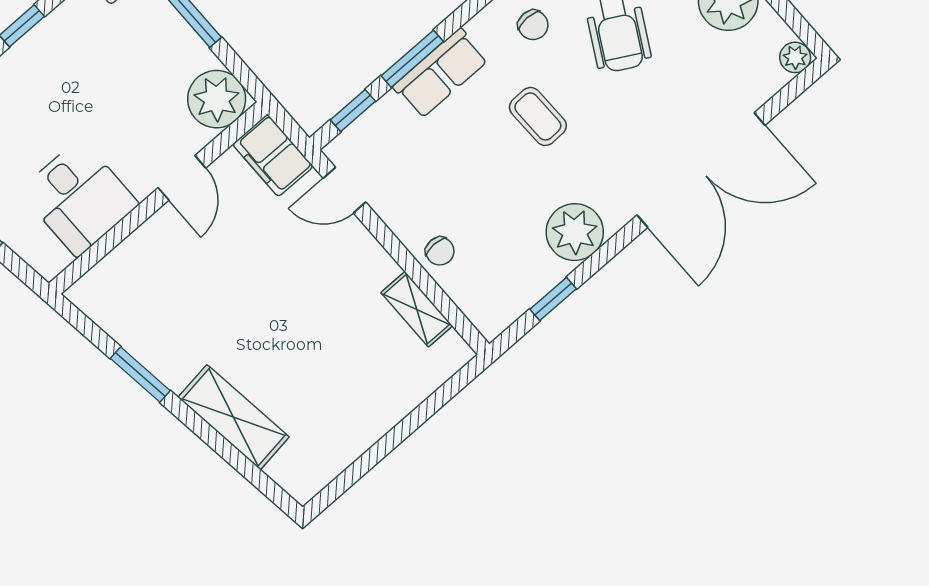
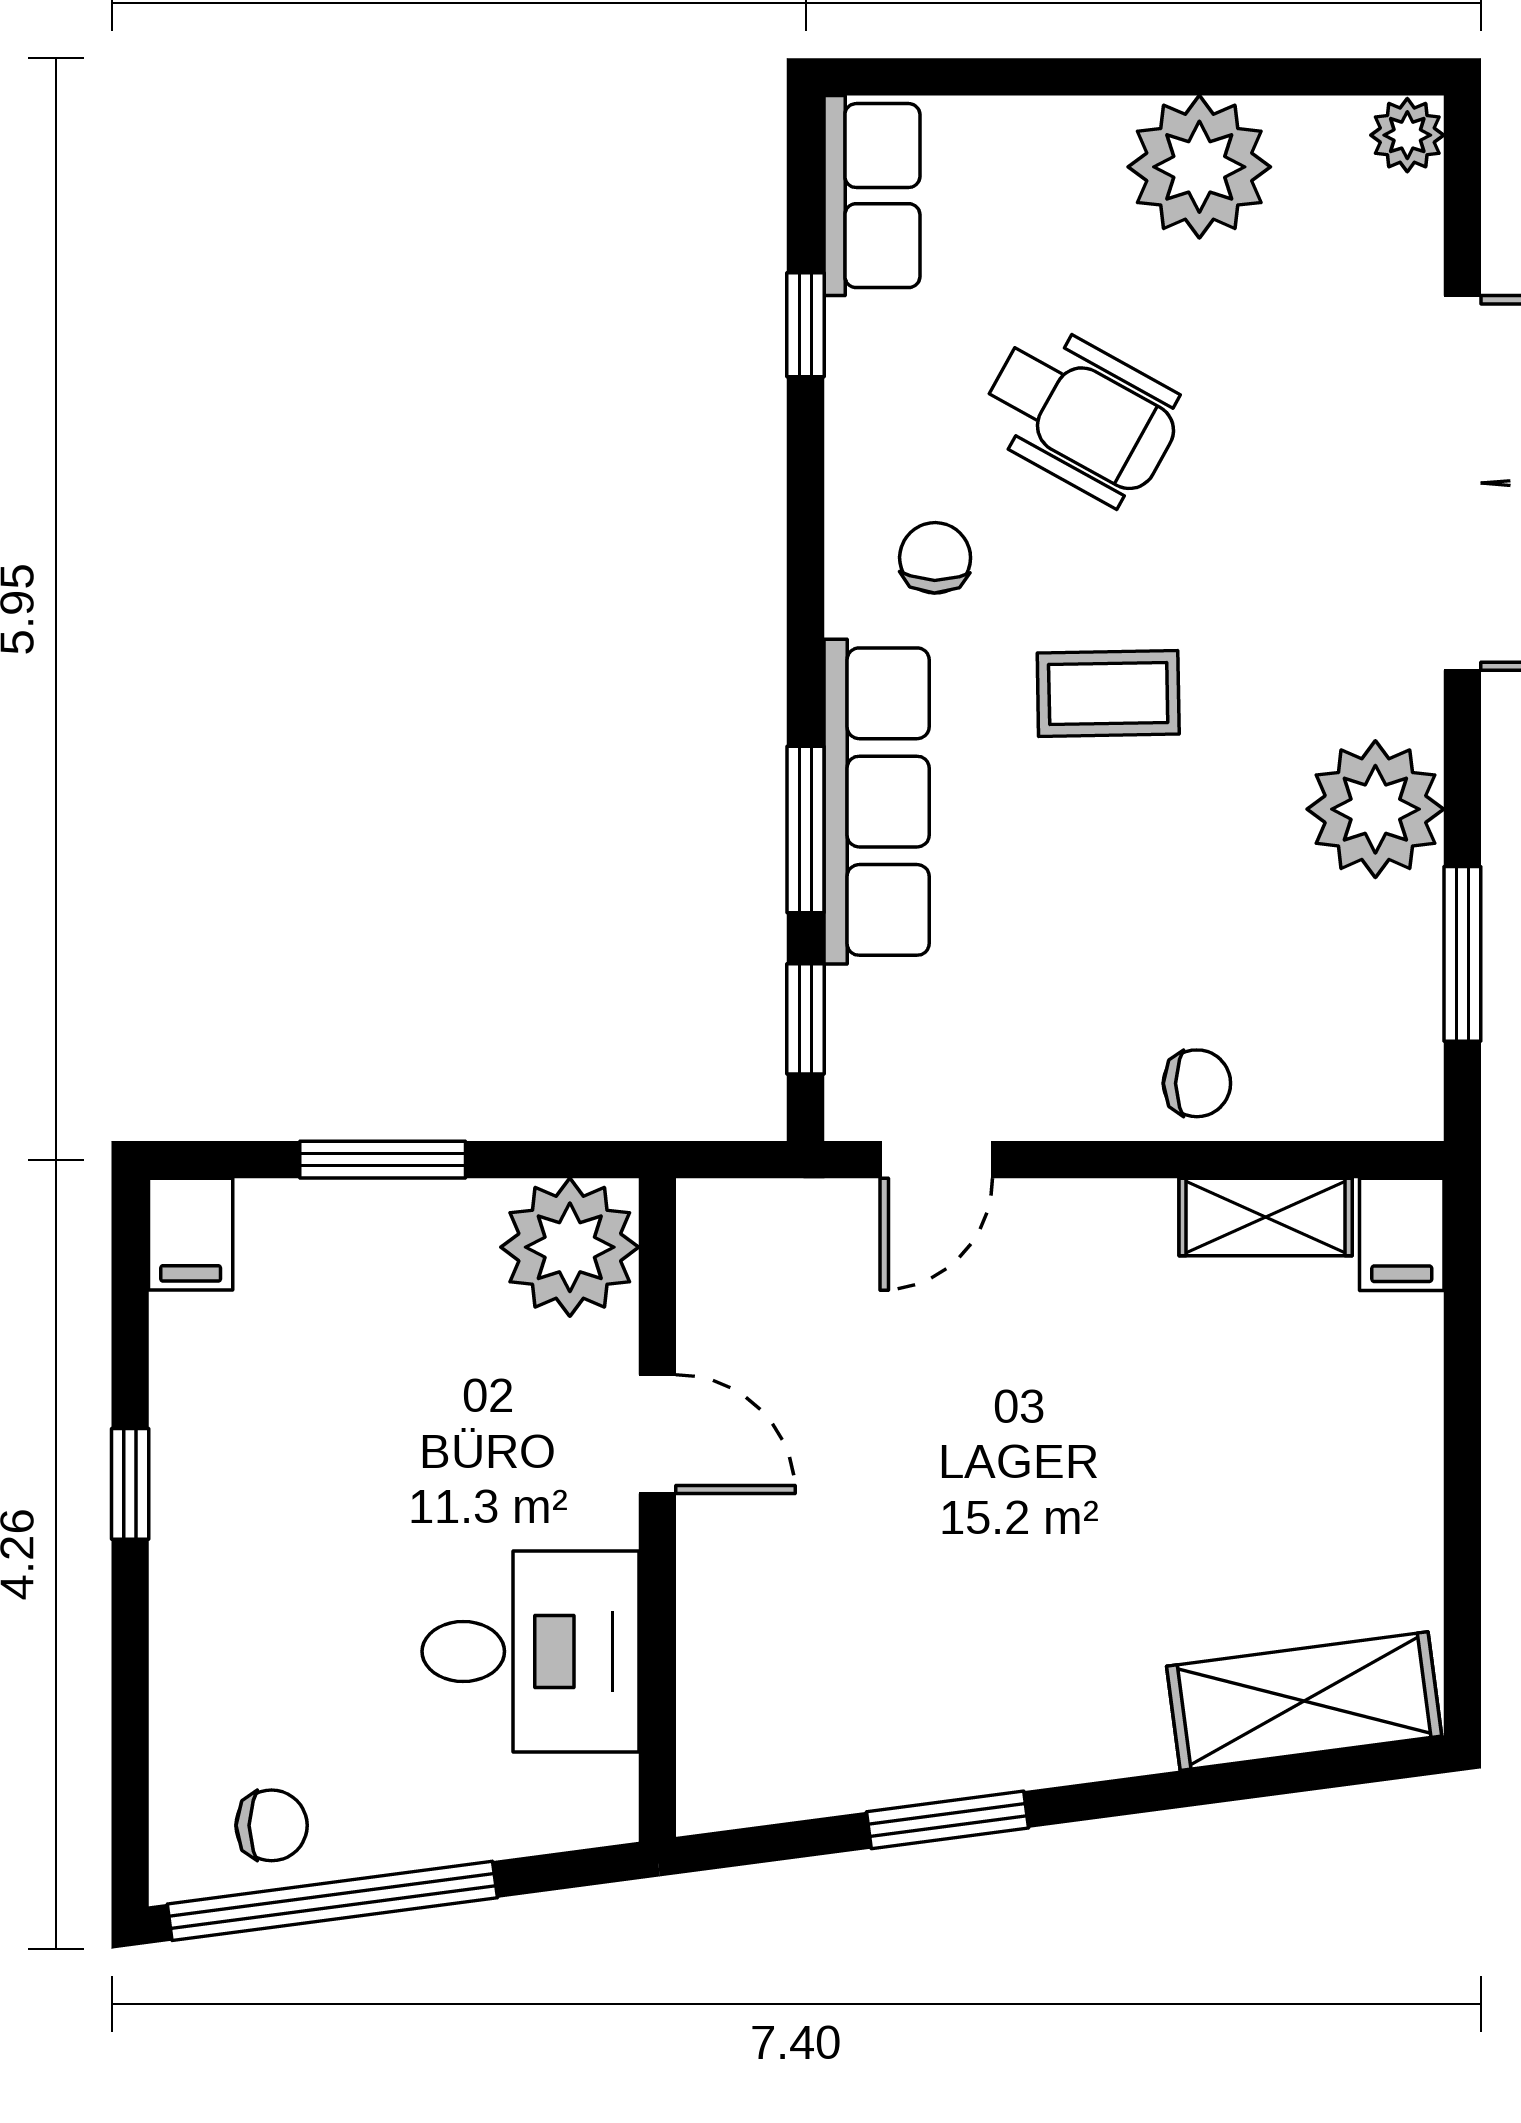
chair: (533, 25) -> (935, 558), turned -89
row of seats: (441, 73) -> (877, 802), width x1.48
filing cabinet: (273, 155) -> (1402, 1234), moved, width x0.50
window: (553, 299) -> (1462, 954), width x1.50
shelving: (234, 417) -> (1304, 1701), moved

